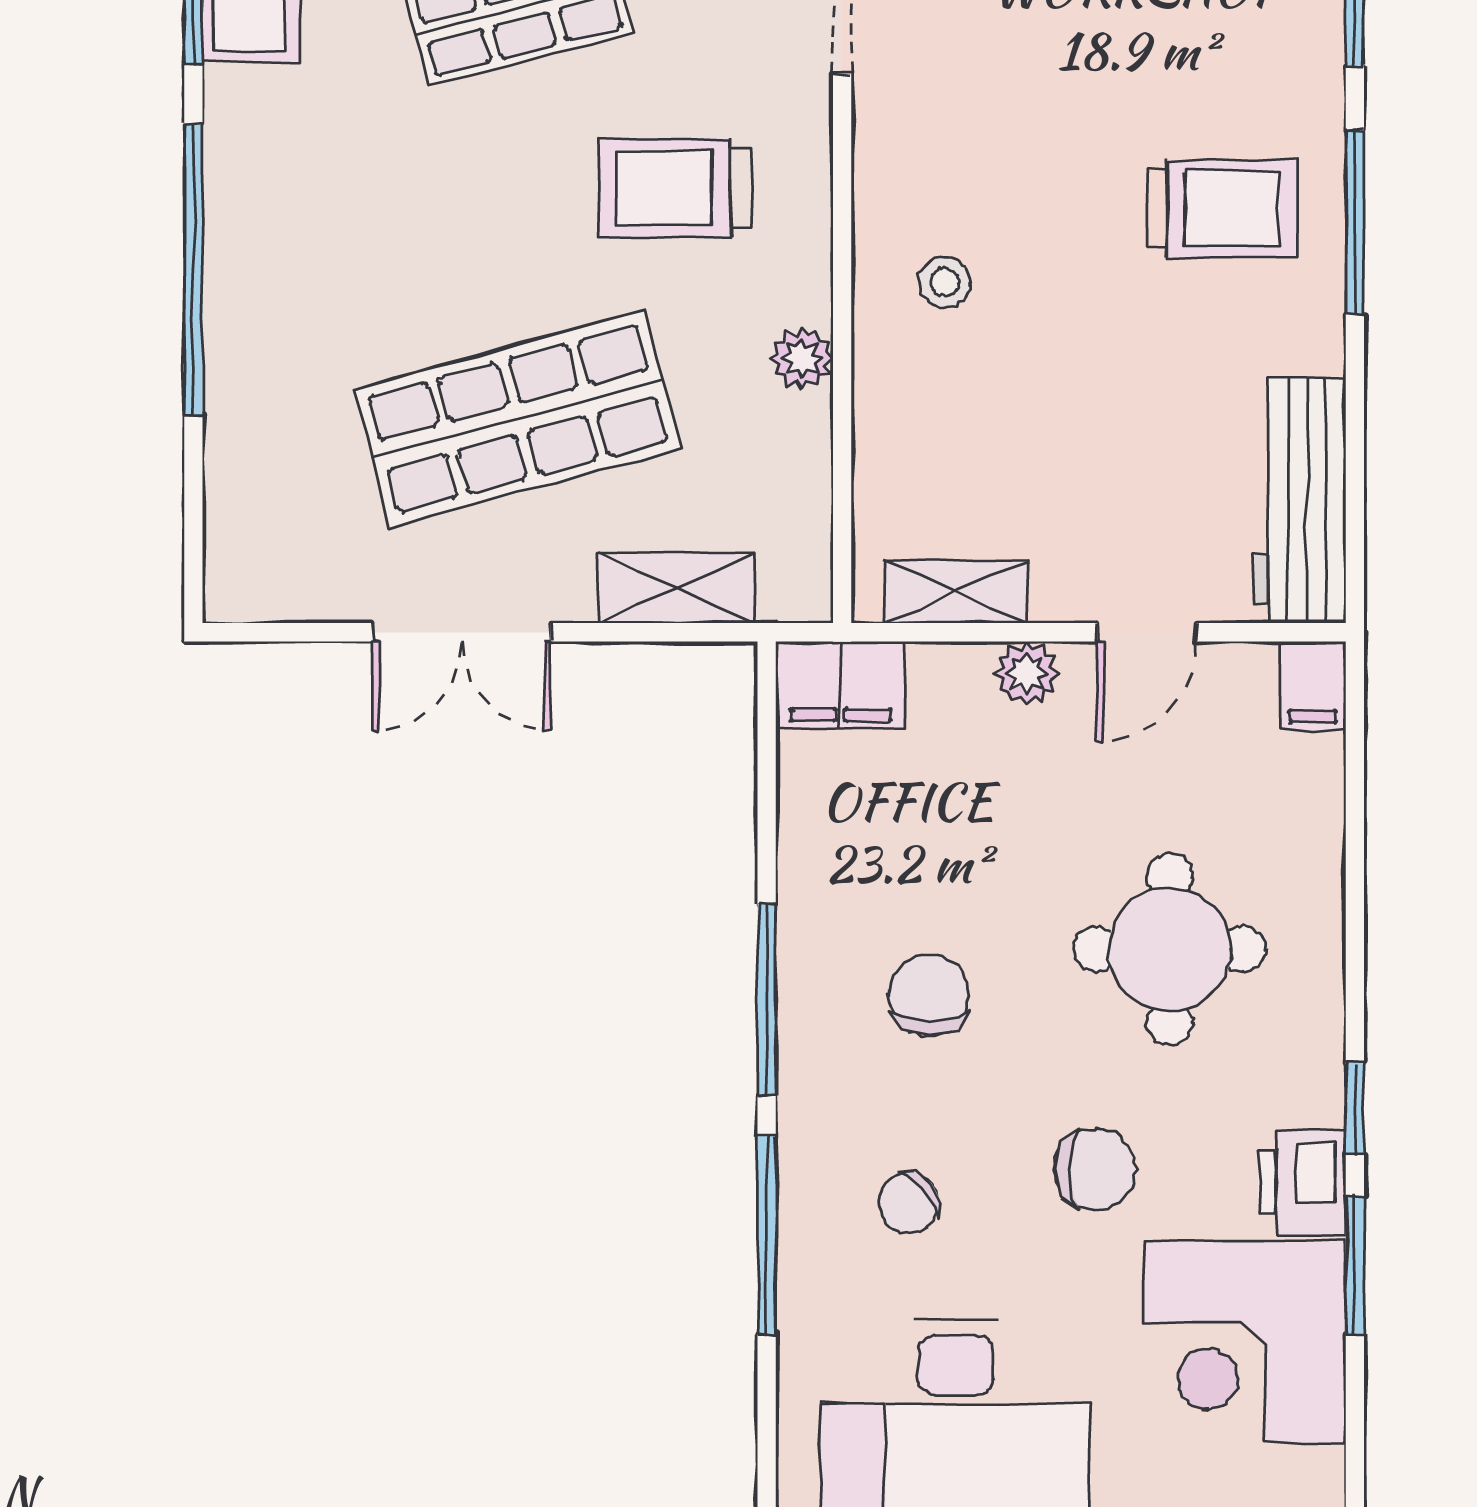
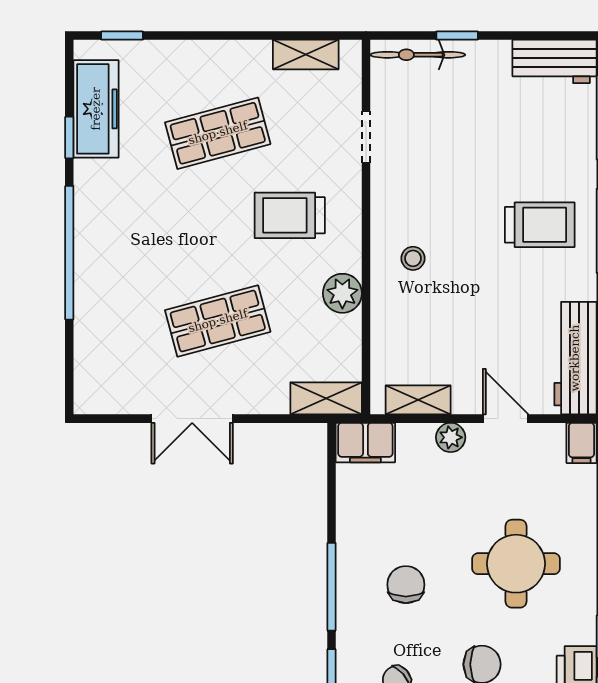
plant: (802, 358) -> (342, 293), width x1.38, depth x1.38
shop shelf: (518, 419) -> (218, 321), width x0.70, depth x0.74
shelving: (676, 588) -> (326, 398), moved
door: (1147, 632) -> (506, 419), swing flipped

